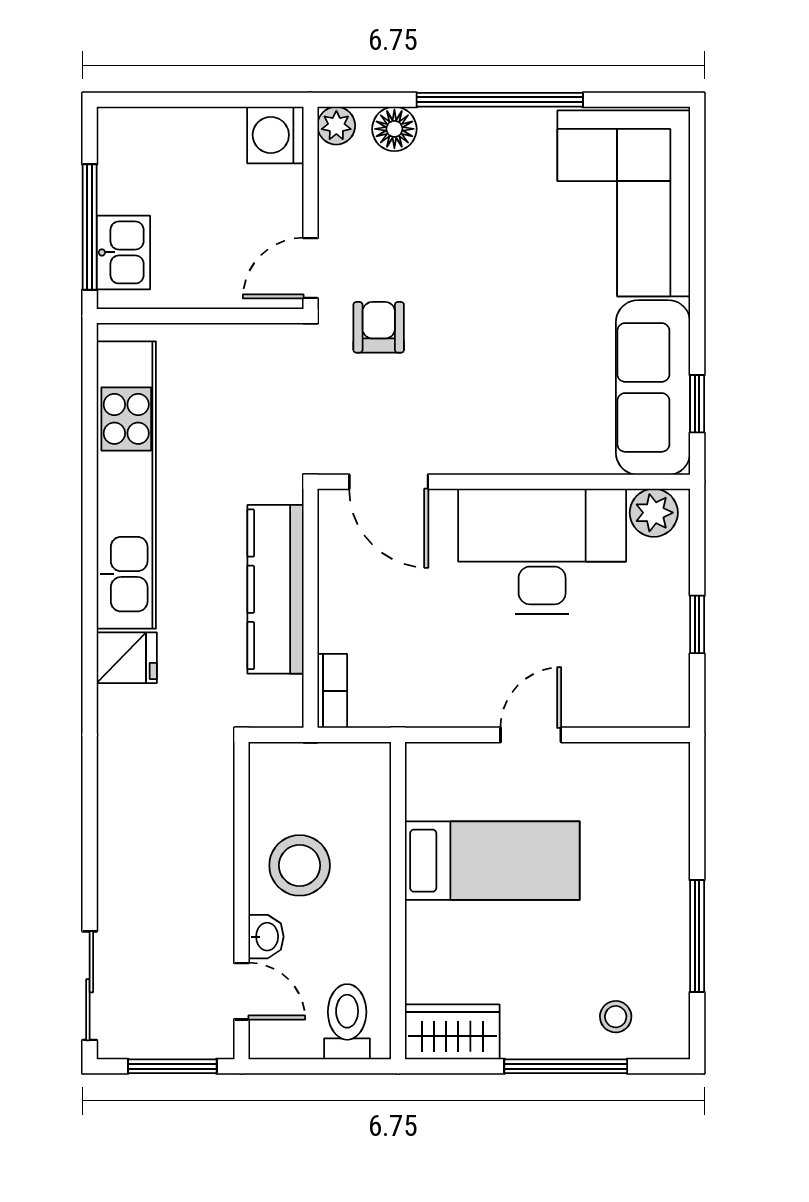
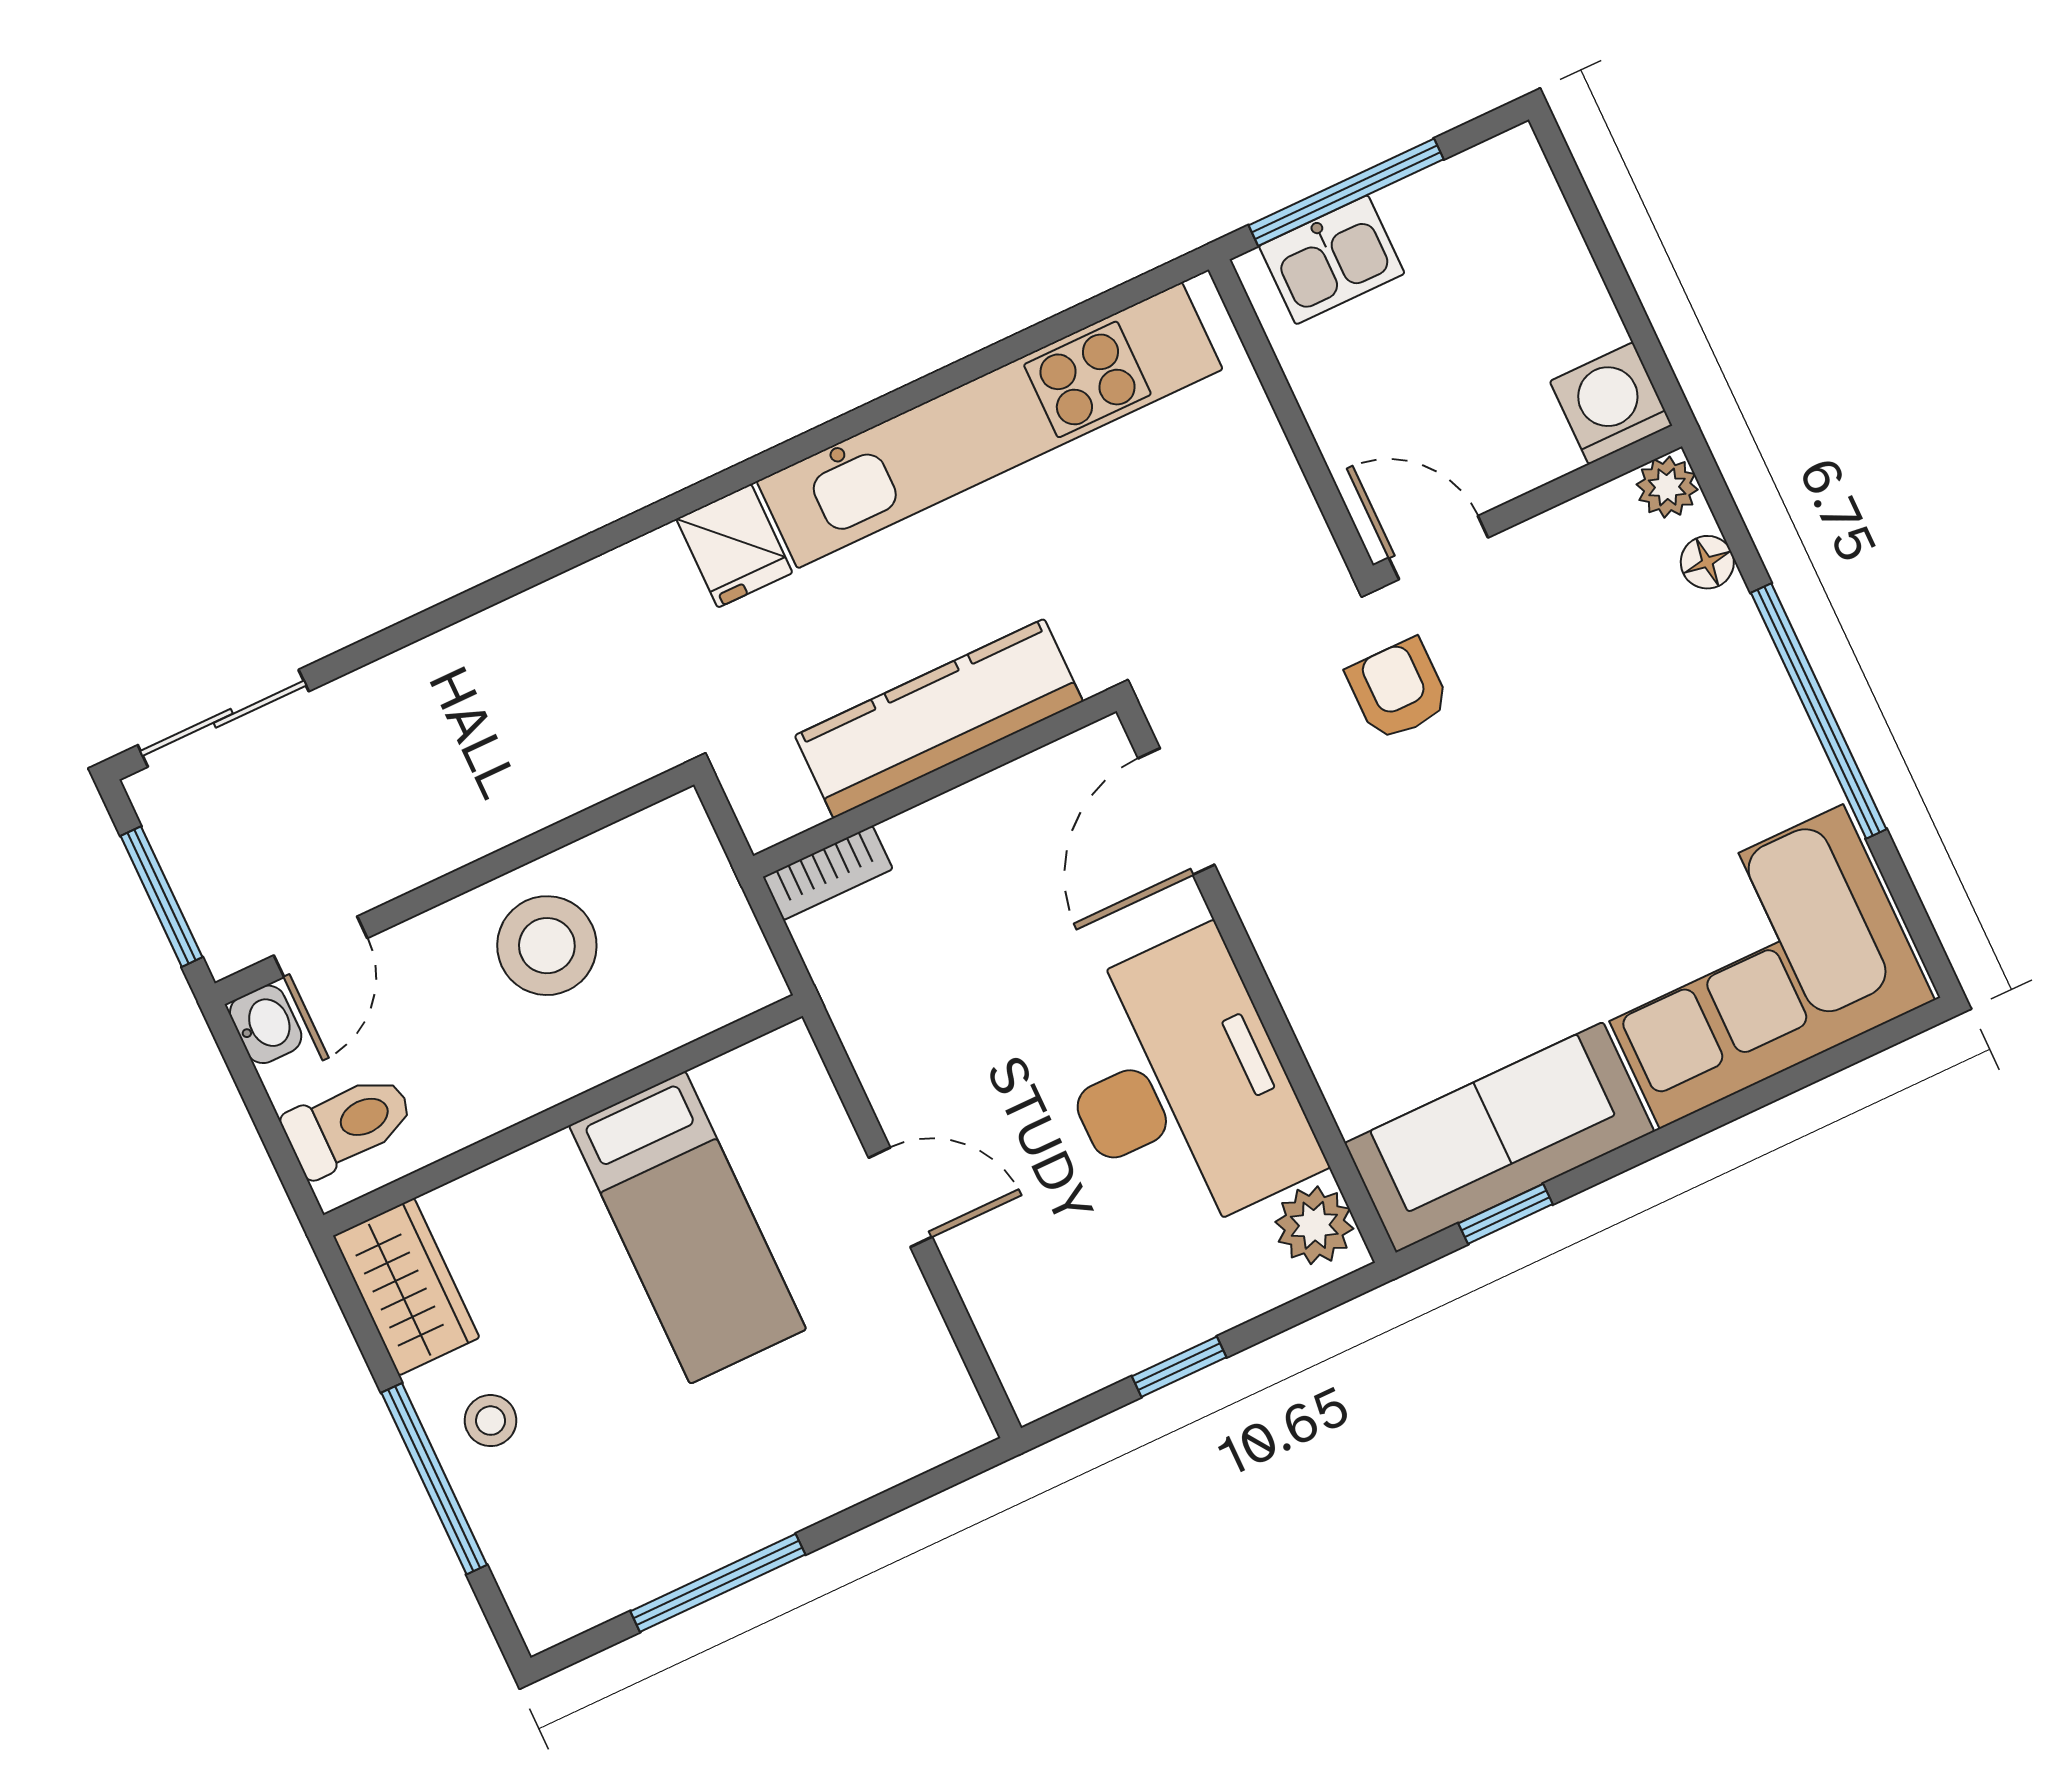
floor lamp: (394, 129) -> (1707, 562), width x0.73, depth x0.73
armchair: (379, 327) -> (1398, 690), turned -90
washbasin: (266, 937) -> (266, 1024), moved, turned -90
stool: (616, 1017) -> (491, 1421), moved

